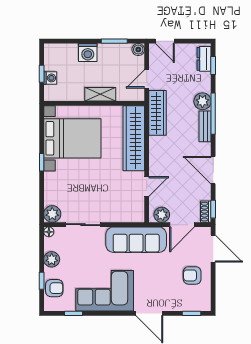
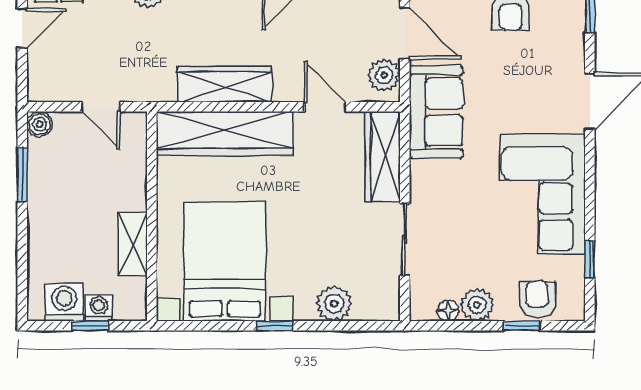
door: (165, 41) -> (22, 28), moved
washing machine: (88, 52) -> (64, 302), moved, turned -90
shelving: (100, 94) -> (133, 244), moved
wardrobe: (158, 113) -> (225, 84), moved
plant: (52, 214) -> (334, 304), moved
wardrobe: (123, 214) -> (383, 156), added
floor lamp: (49, 232) -> (448, 311), moved
sofa: (136, 240) -> (436, 112), width x0.73

